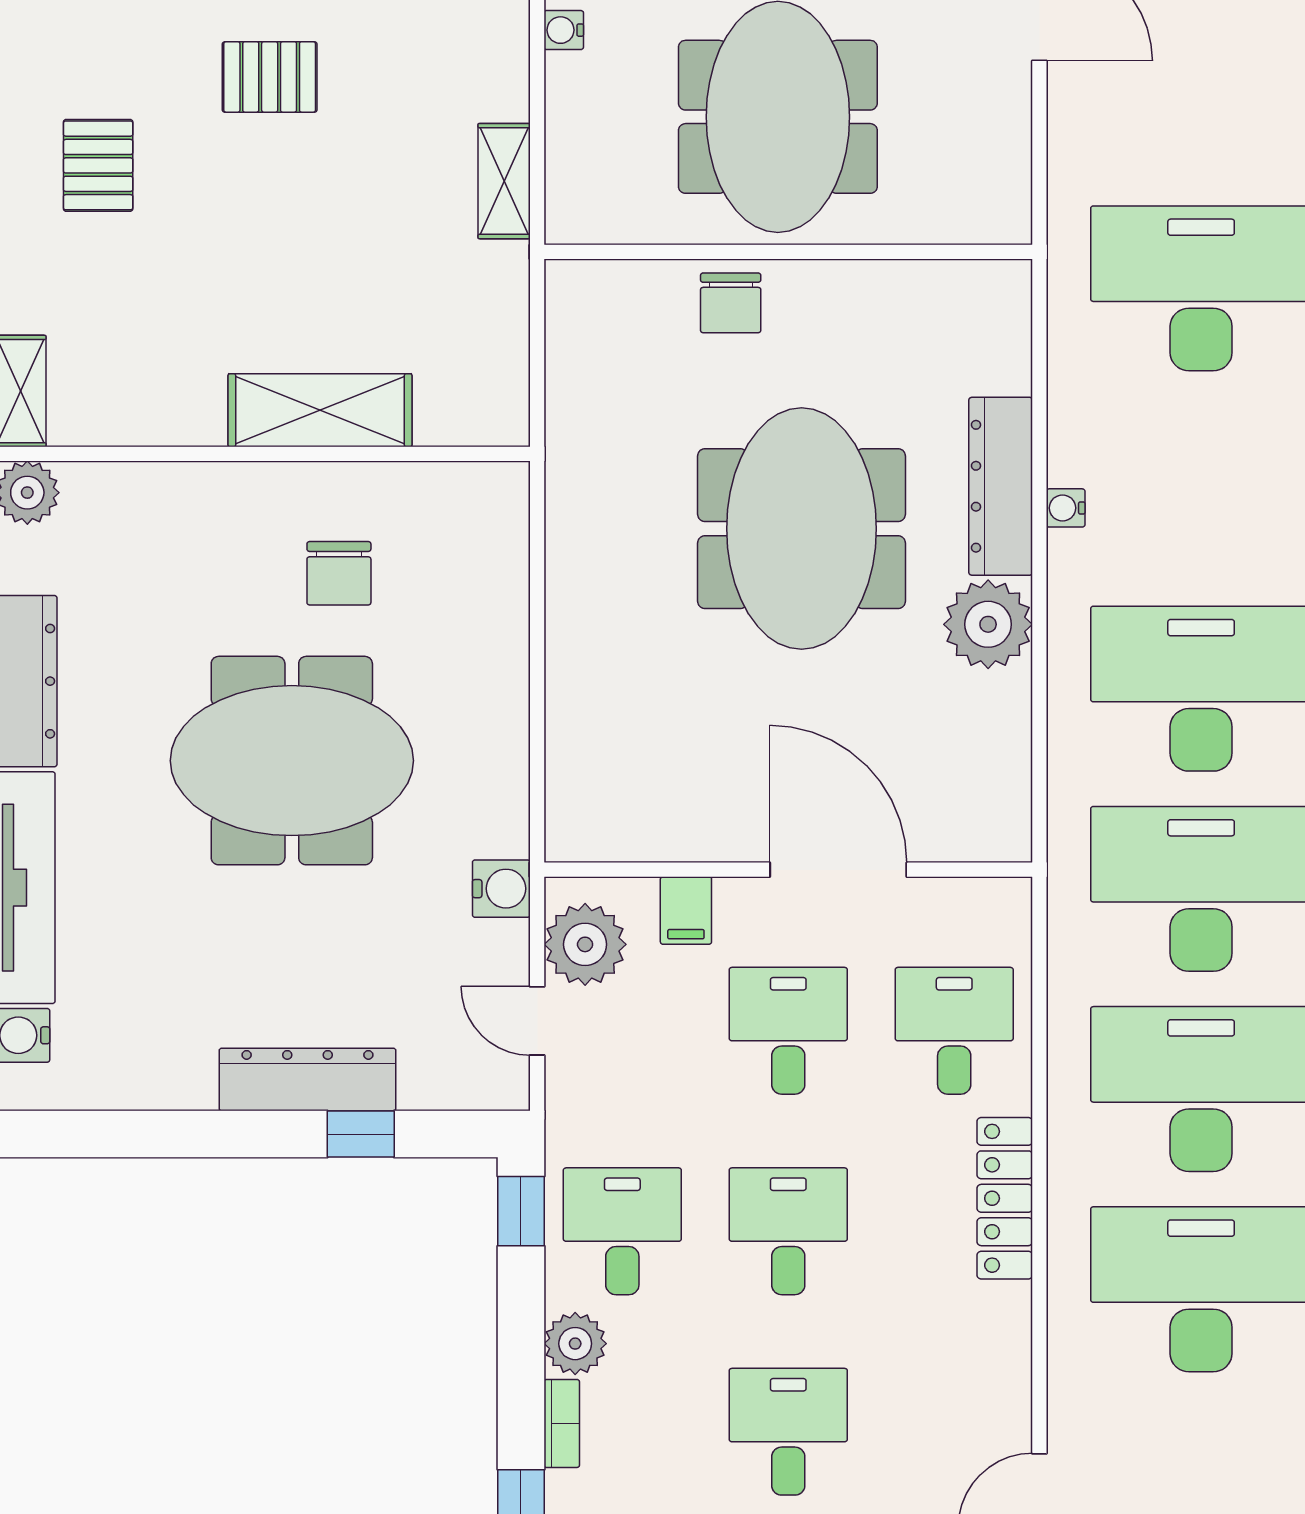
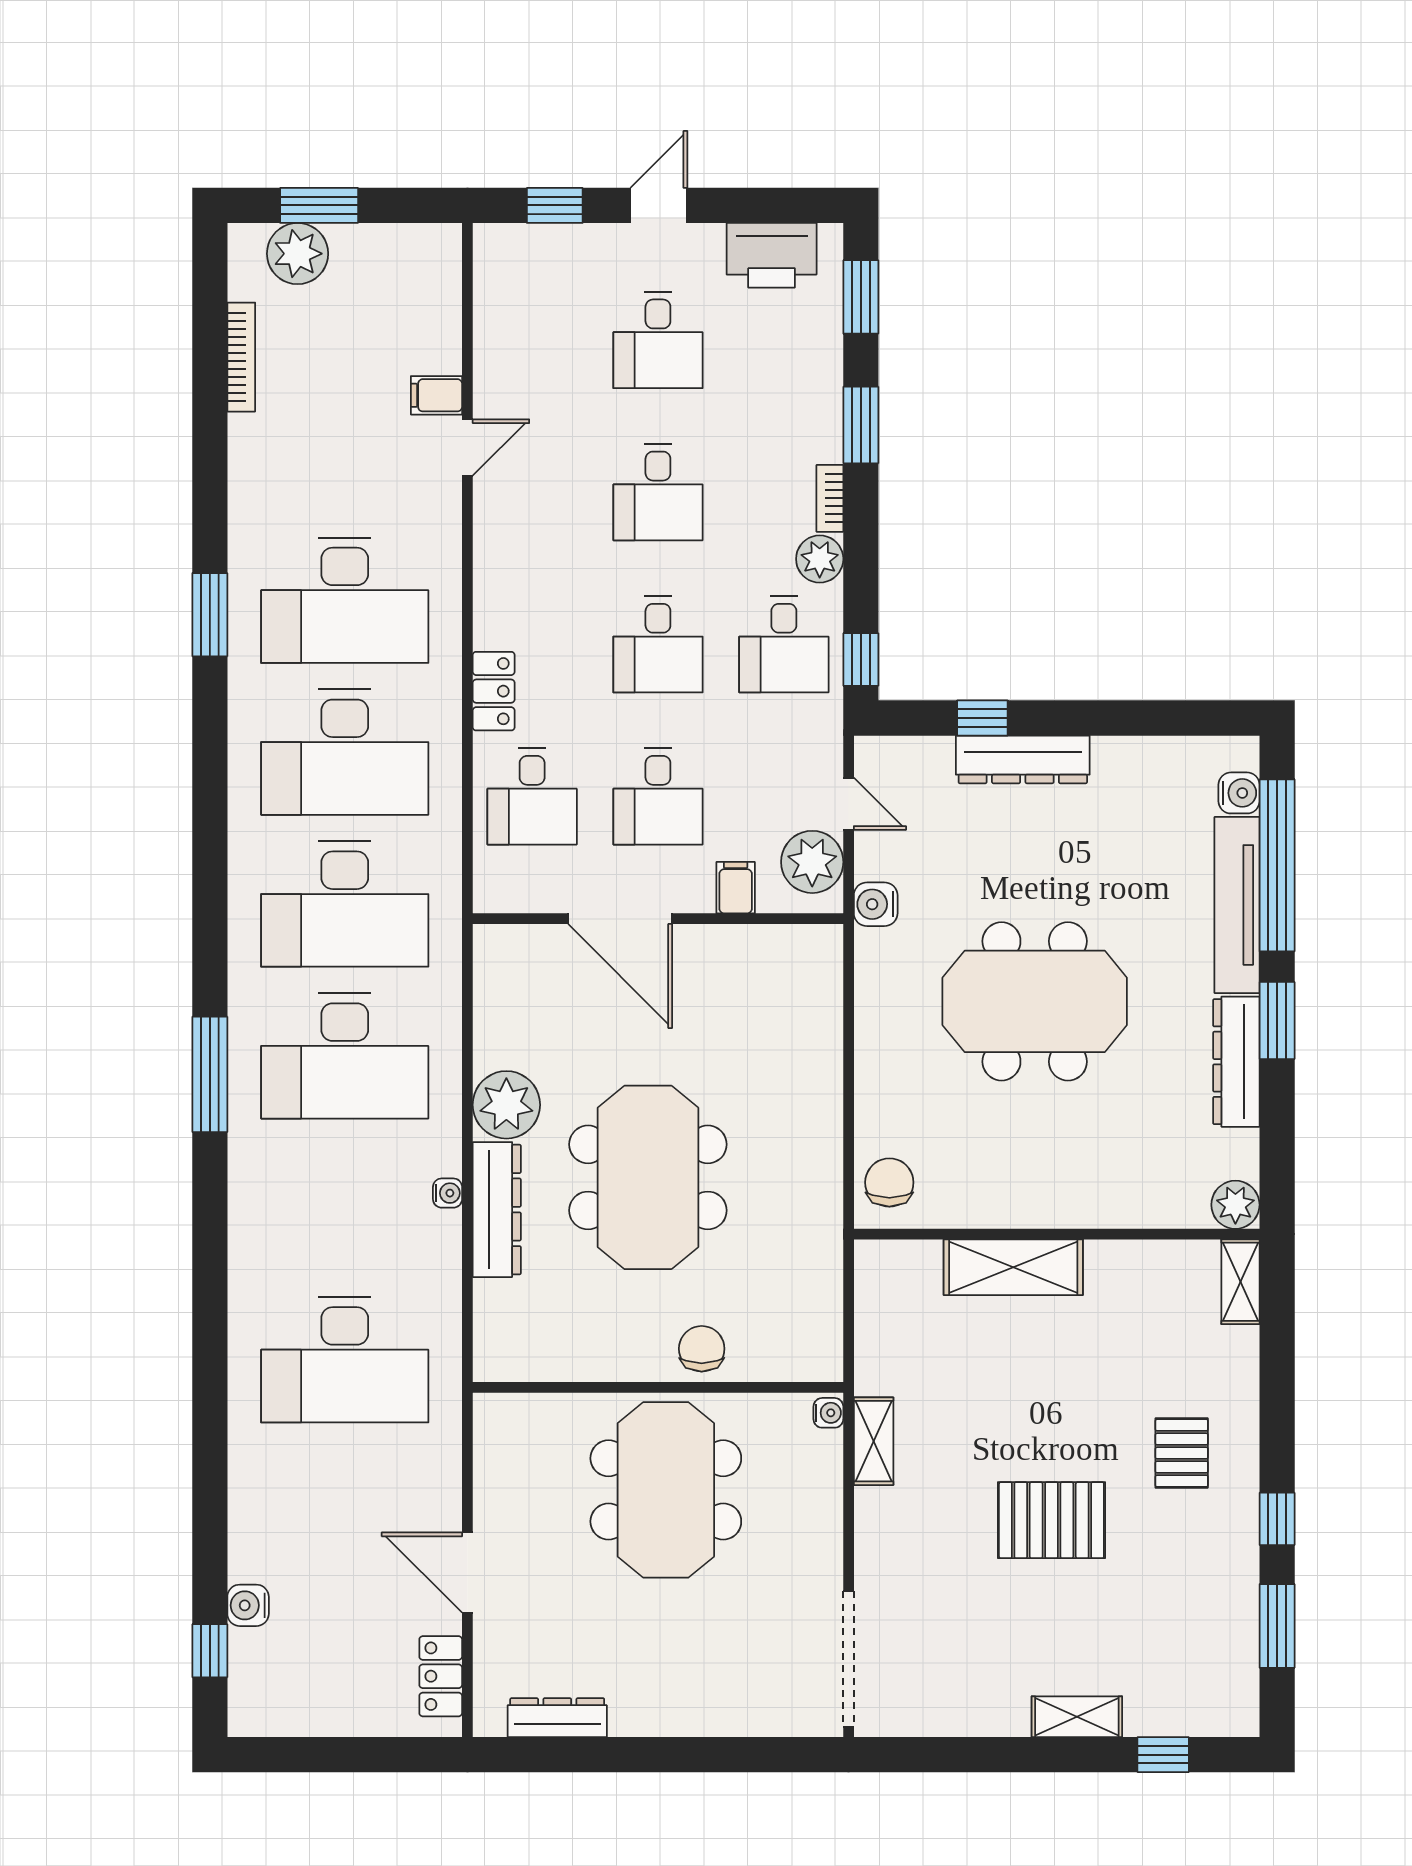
water cooler: (564, 30) -> (828, 1413), moved
pallet: (270, 77) -> (1051, 1520), width x1.50, depth x1.42
chair: (339, 573) -> (889, 1182), moved
locker: (1005, 1198) -> (494, 691), width x0.66

